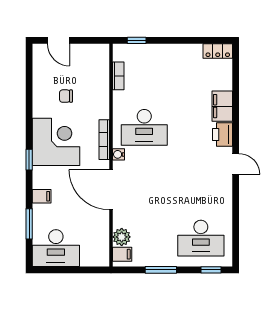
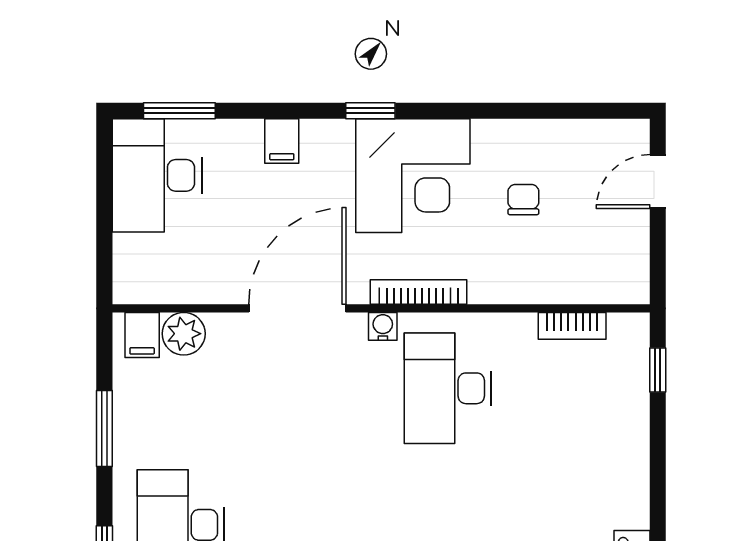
window: (29, 224) -> (179, 111), moved

